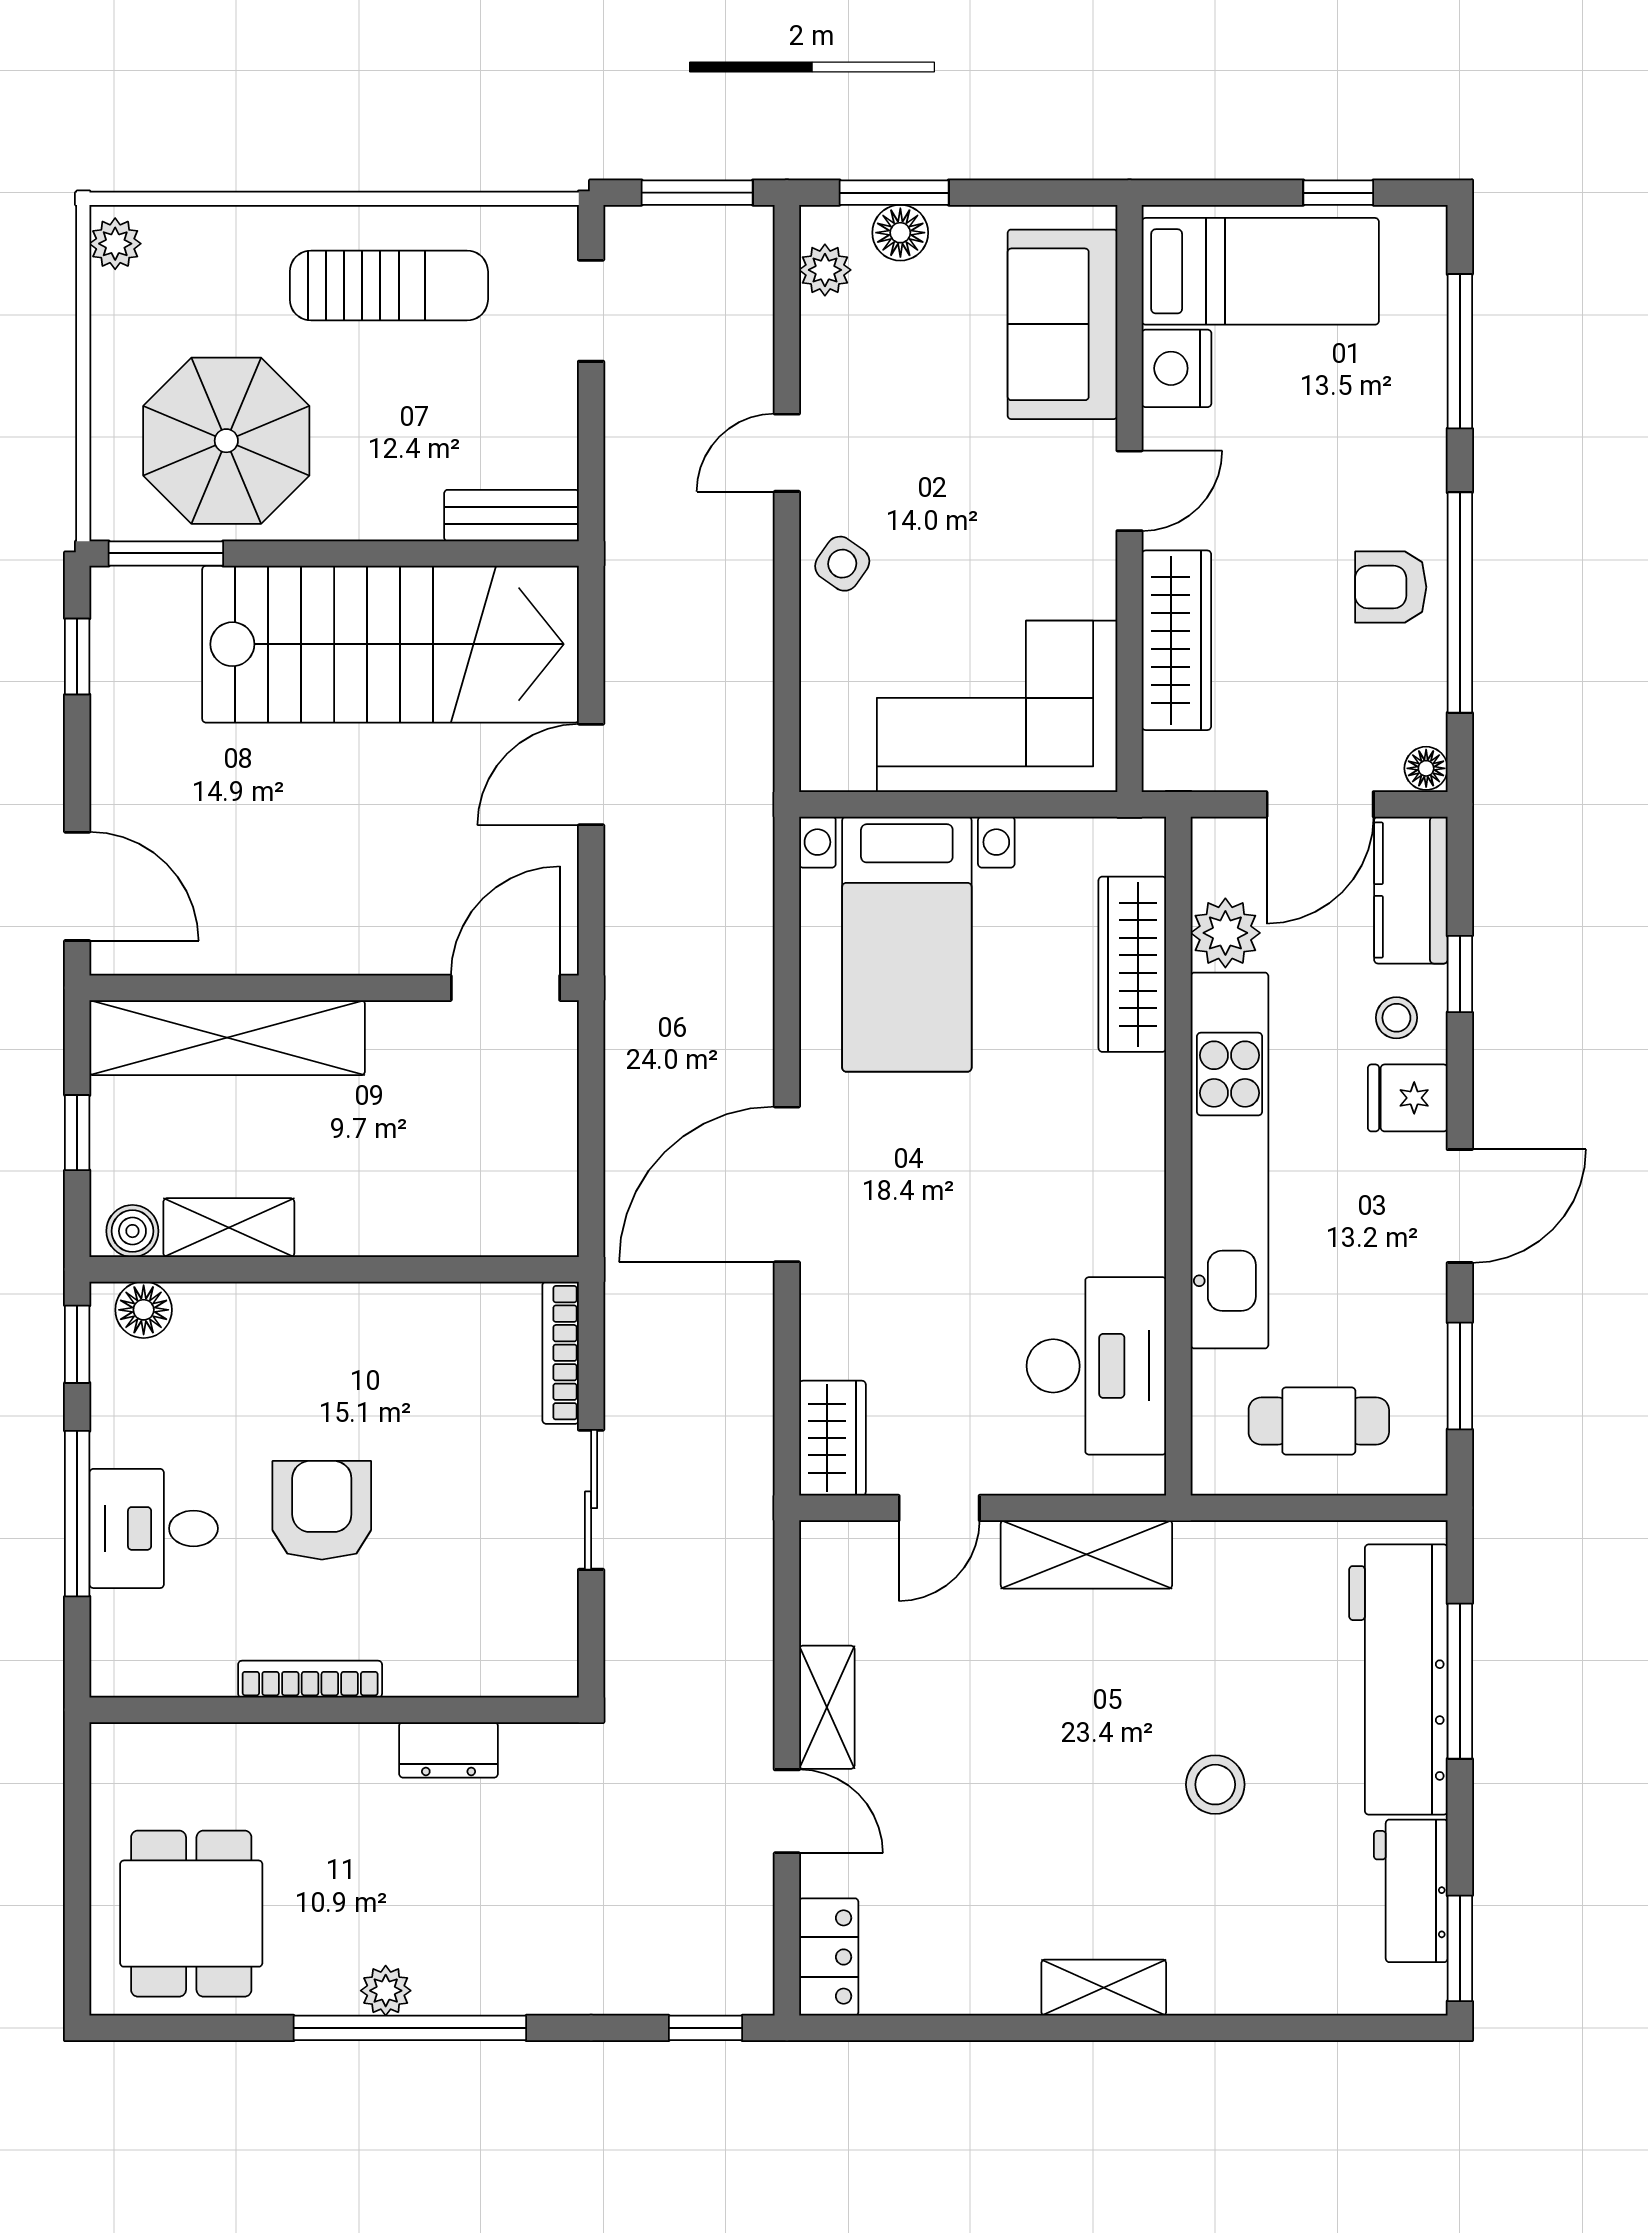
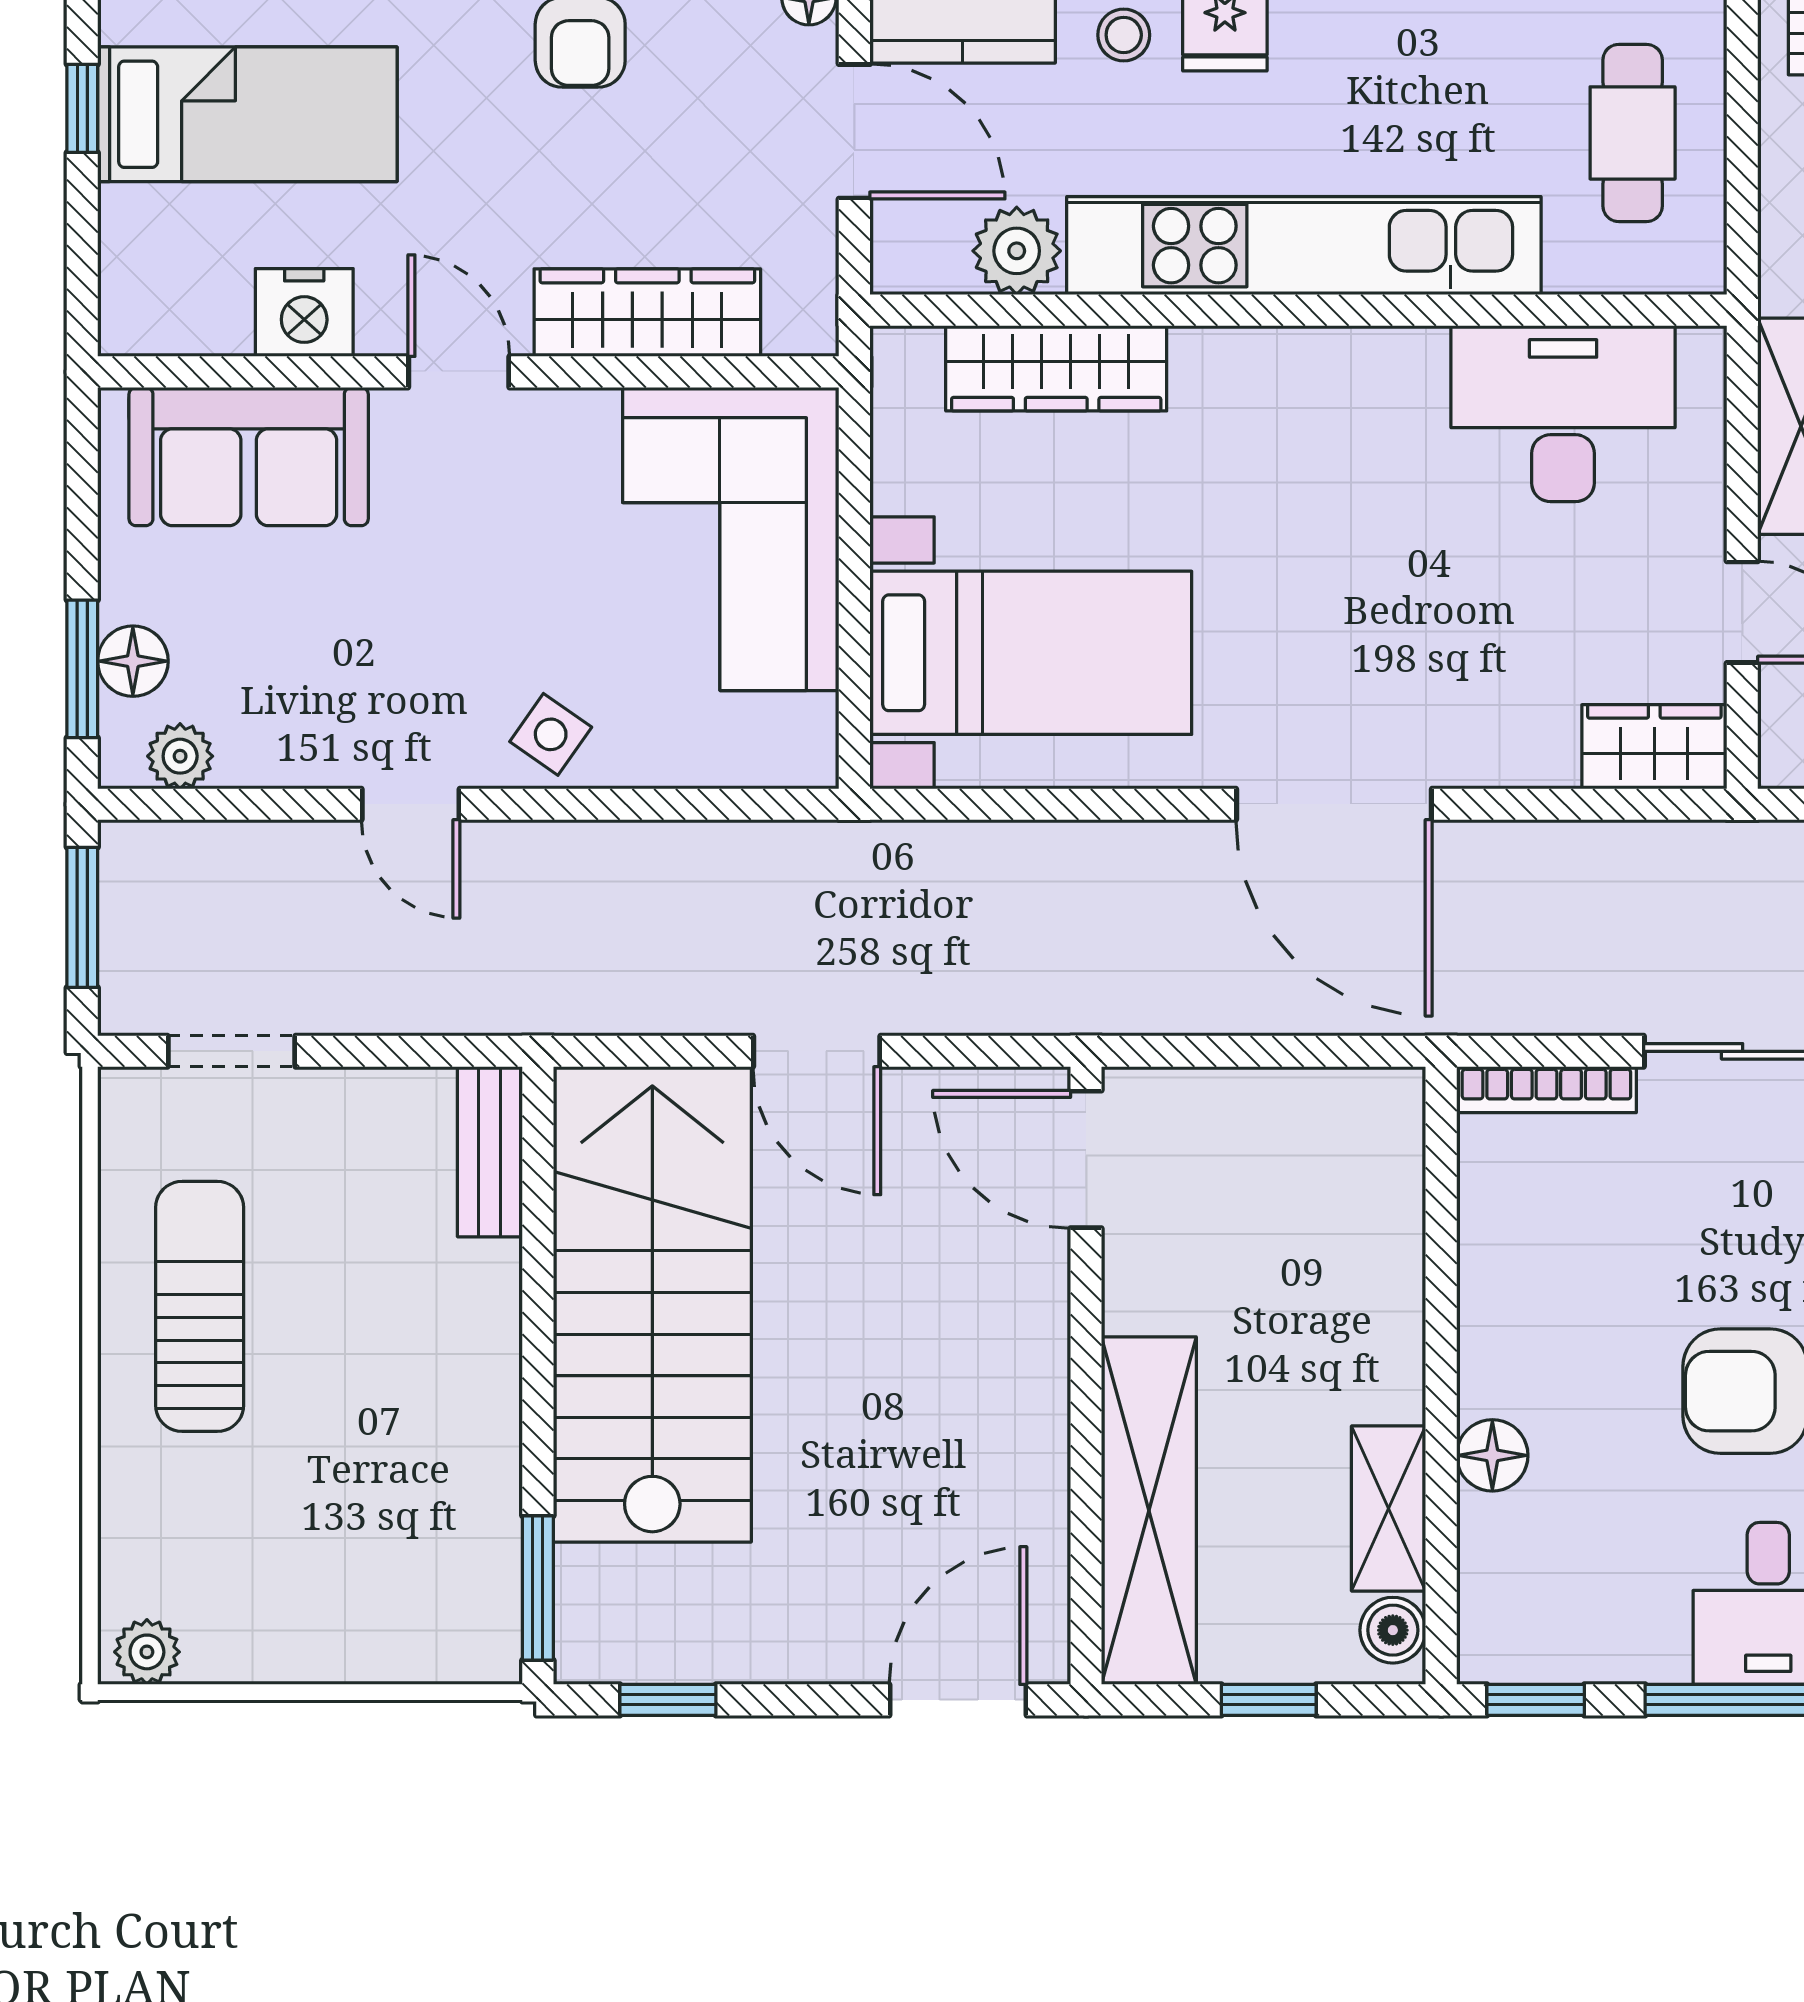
bed: (1260, 271) -> (247, 114), moved, turned 90
parasol: (226, 441) -> (396, 1512), removed
floor lamp: (144, 1310) -> (1492, 1455), moved

